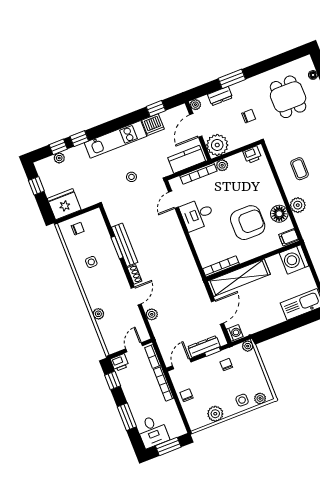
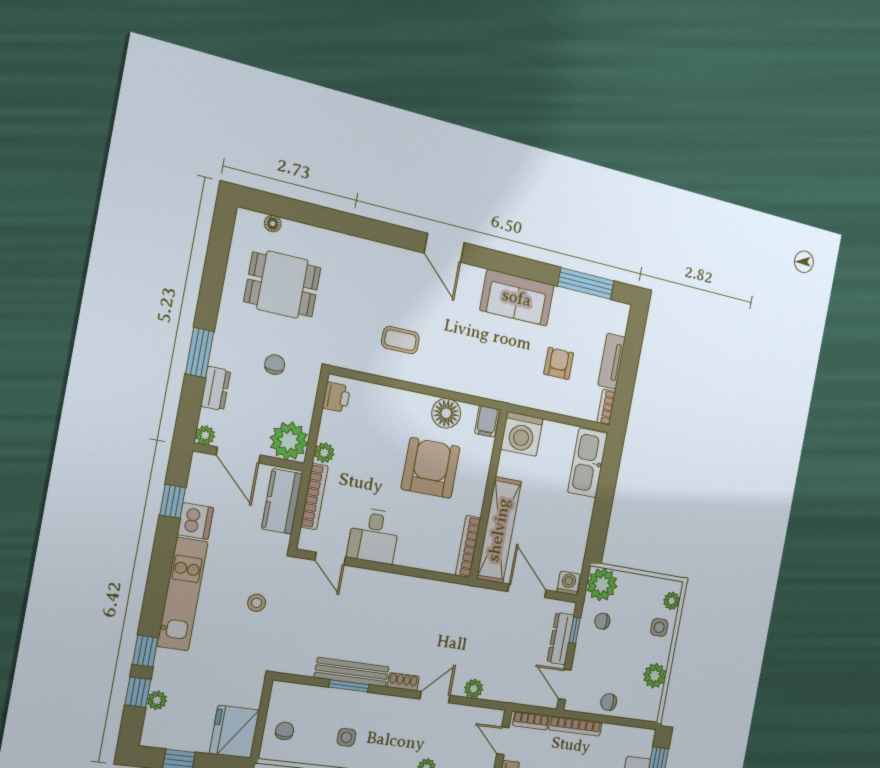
plant: (298, 205) -> (451, 378), removed
door: (136, 296) -> (435, 697), hinge flipped
plant: (248, 346) -> (602, 584), width x1.88, depth x1.88

